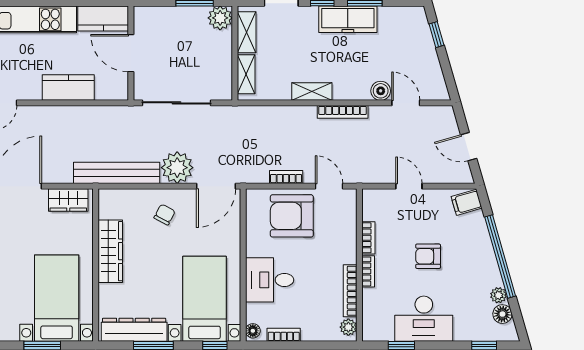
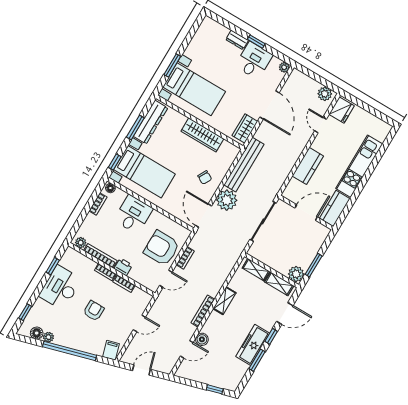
armchair: (292, 216) -> (162, 248), turned -90
printer: (347, 252) -> (123, 267), added

